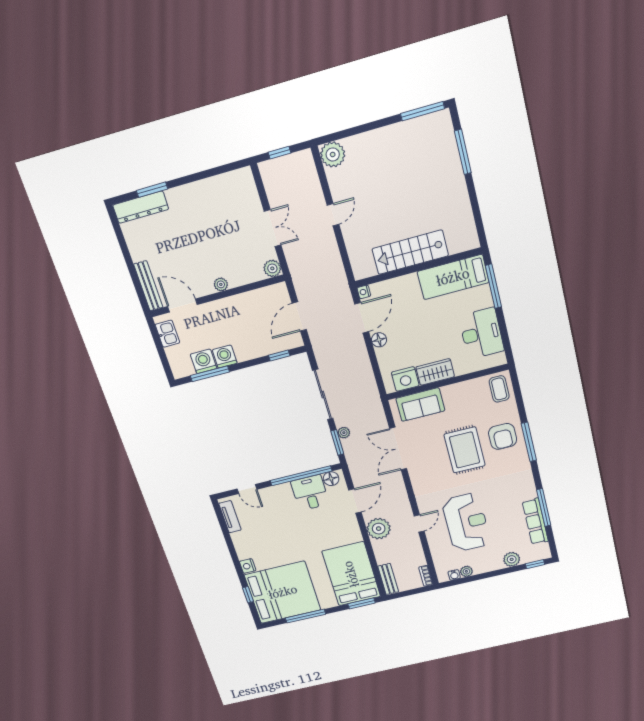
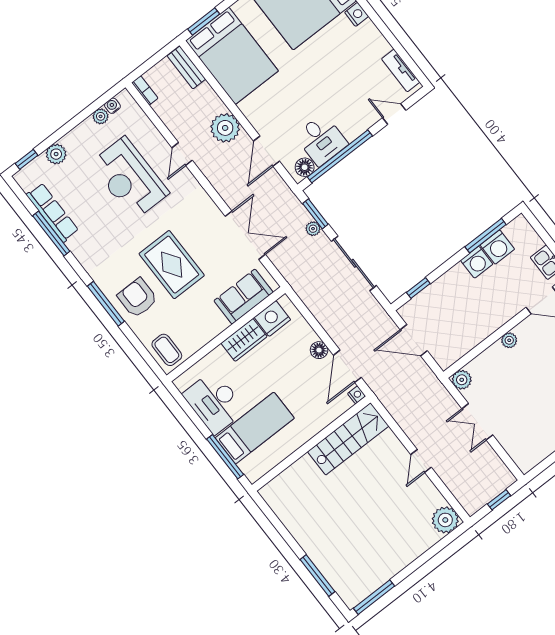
stairs: (410, 252) -> (348, 439), moved
bed: (453, 277) -> (255, 428), moved
door: (299, 316) -> (414, 340), swing flipped

